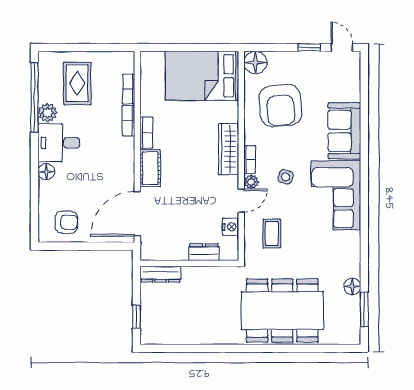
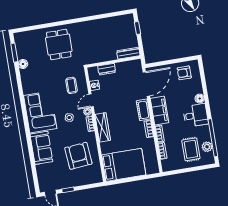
floor lamp: (255, 63) -> (96, 177), removed
plant: (48, 113) -> (207, 147), moved
filing cabinet: (122, 162) -> (159, 111), added
dining table: (282, 311) -> (59, 45), width x0.53, depth x0.80

